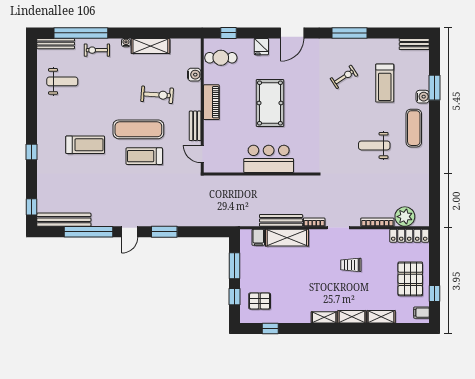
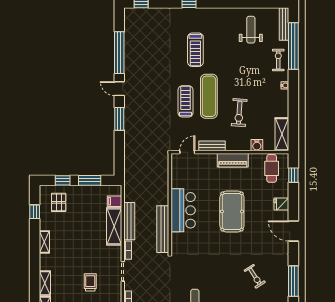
shelving: (150, 46) -> (282, 134), moved
weight bench: (62, 81) -> (251, 30), turned 180
pool table: (270, 103) -> (232, 211), turned 90
bench: (64, 220) -> (163, 229), moved
shelving: (324, 317) -> (44, 242), moved

